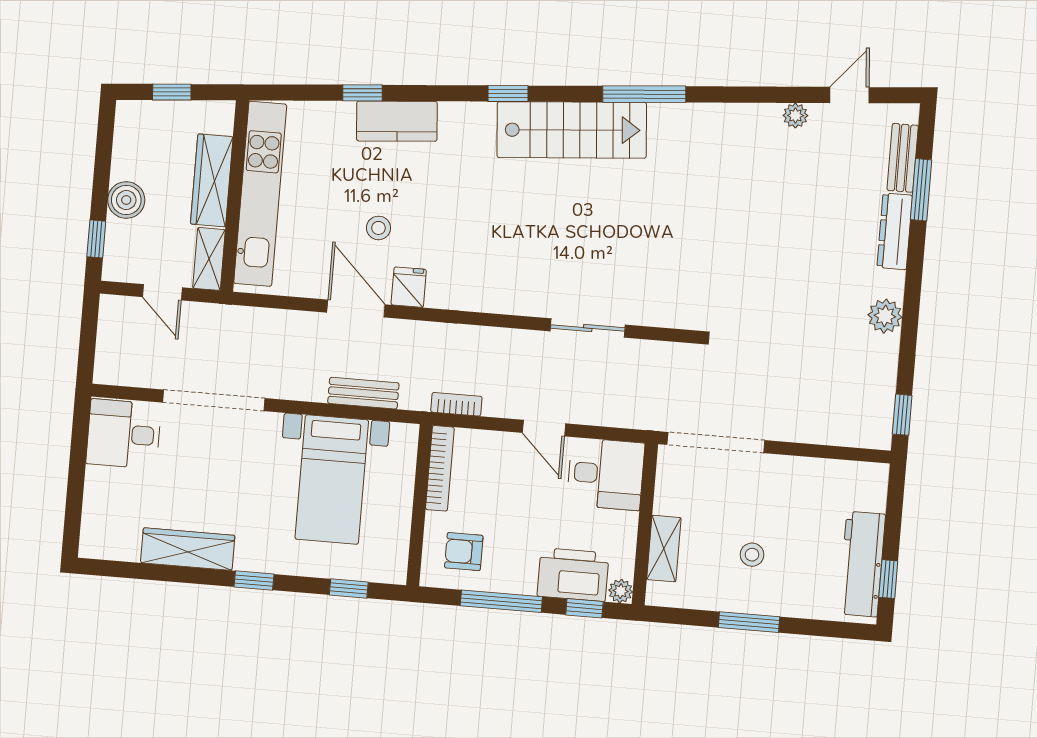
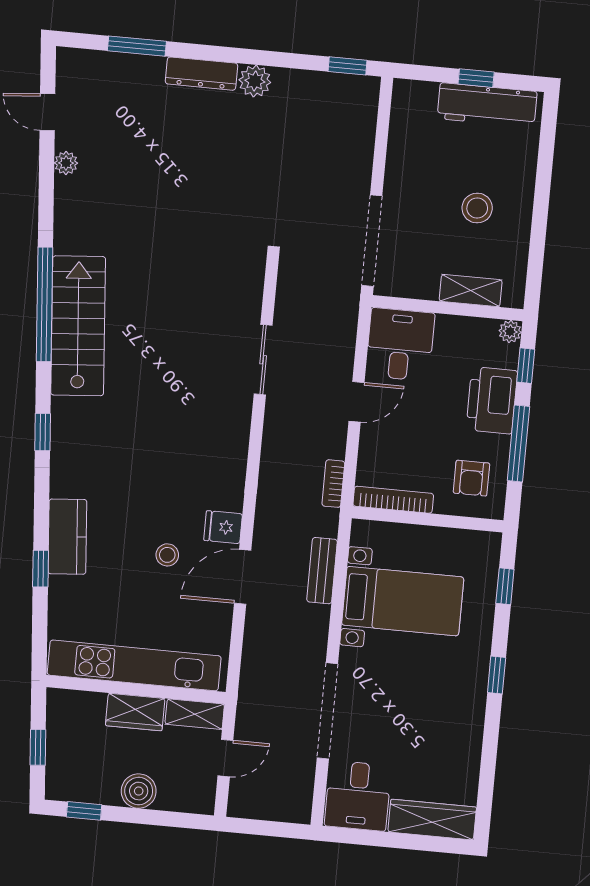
window: (644, 94) -> (45, 304), width x1.46
stairs: (572, 130) -> (78, 326), moved
bench: (903, 158) -> (107, 63), removed
wardrobe: (212, 180) -> (135, 712), width x0.67
dresser: (895, 231) -> (201, 74), moved
window: (96, 239) -> (84, 811), moved
wardrobe: (188, 549) -> (432, 819), moved, turned 90
stool: (752, 555) -> (477, 208), width x1.37, depth x1.37
printer: (573, 575) -> (492, 400), moved
window: (888, 579) -> (476, 78), moved
window: (749, 622) -> (540, 211), removed

